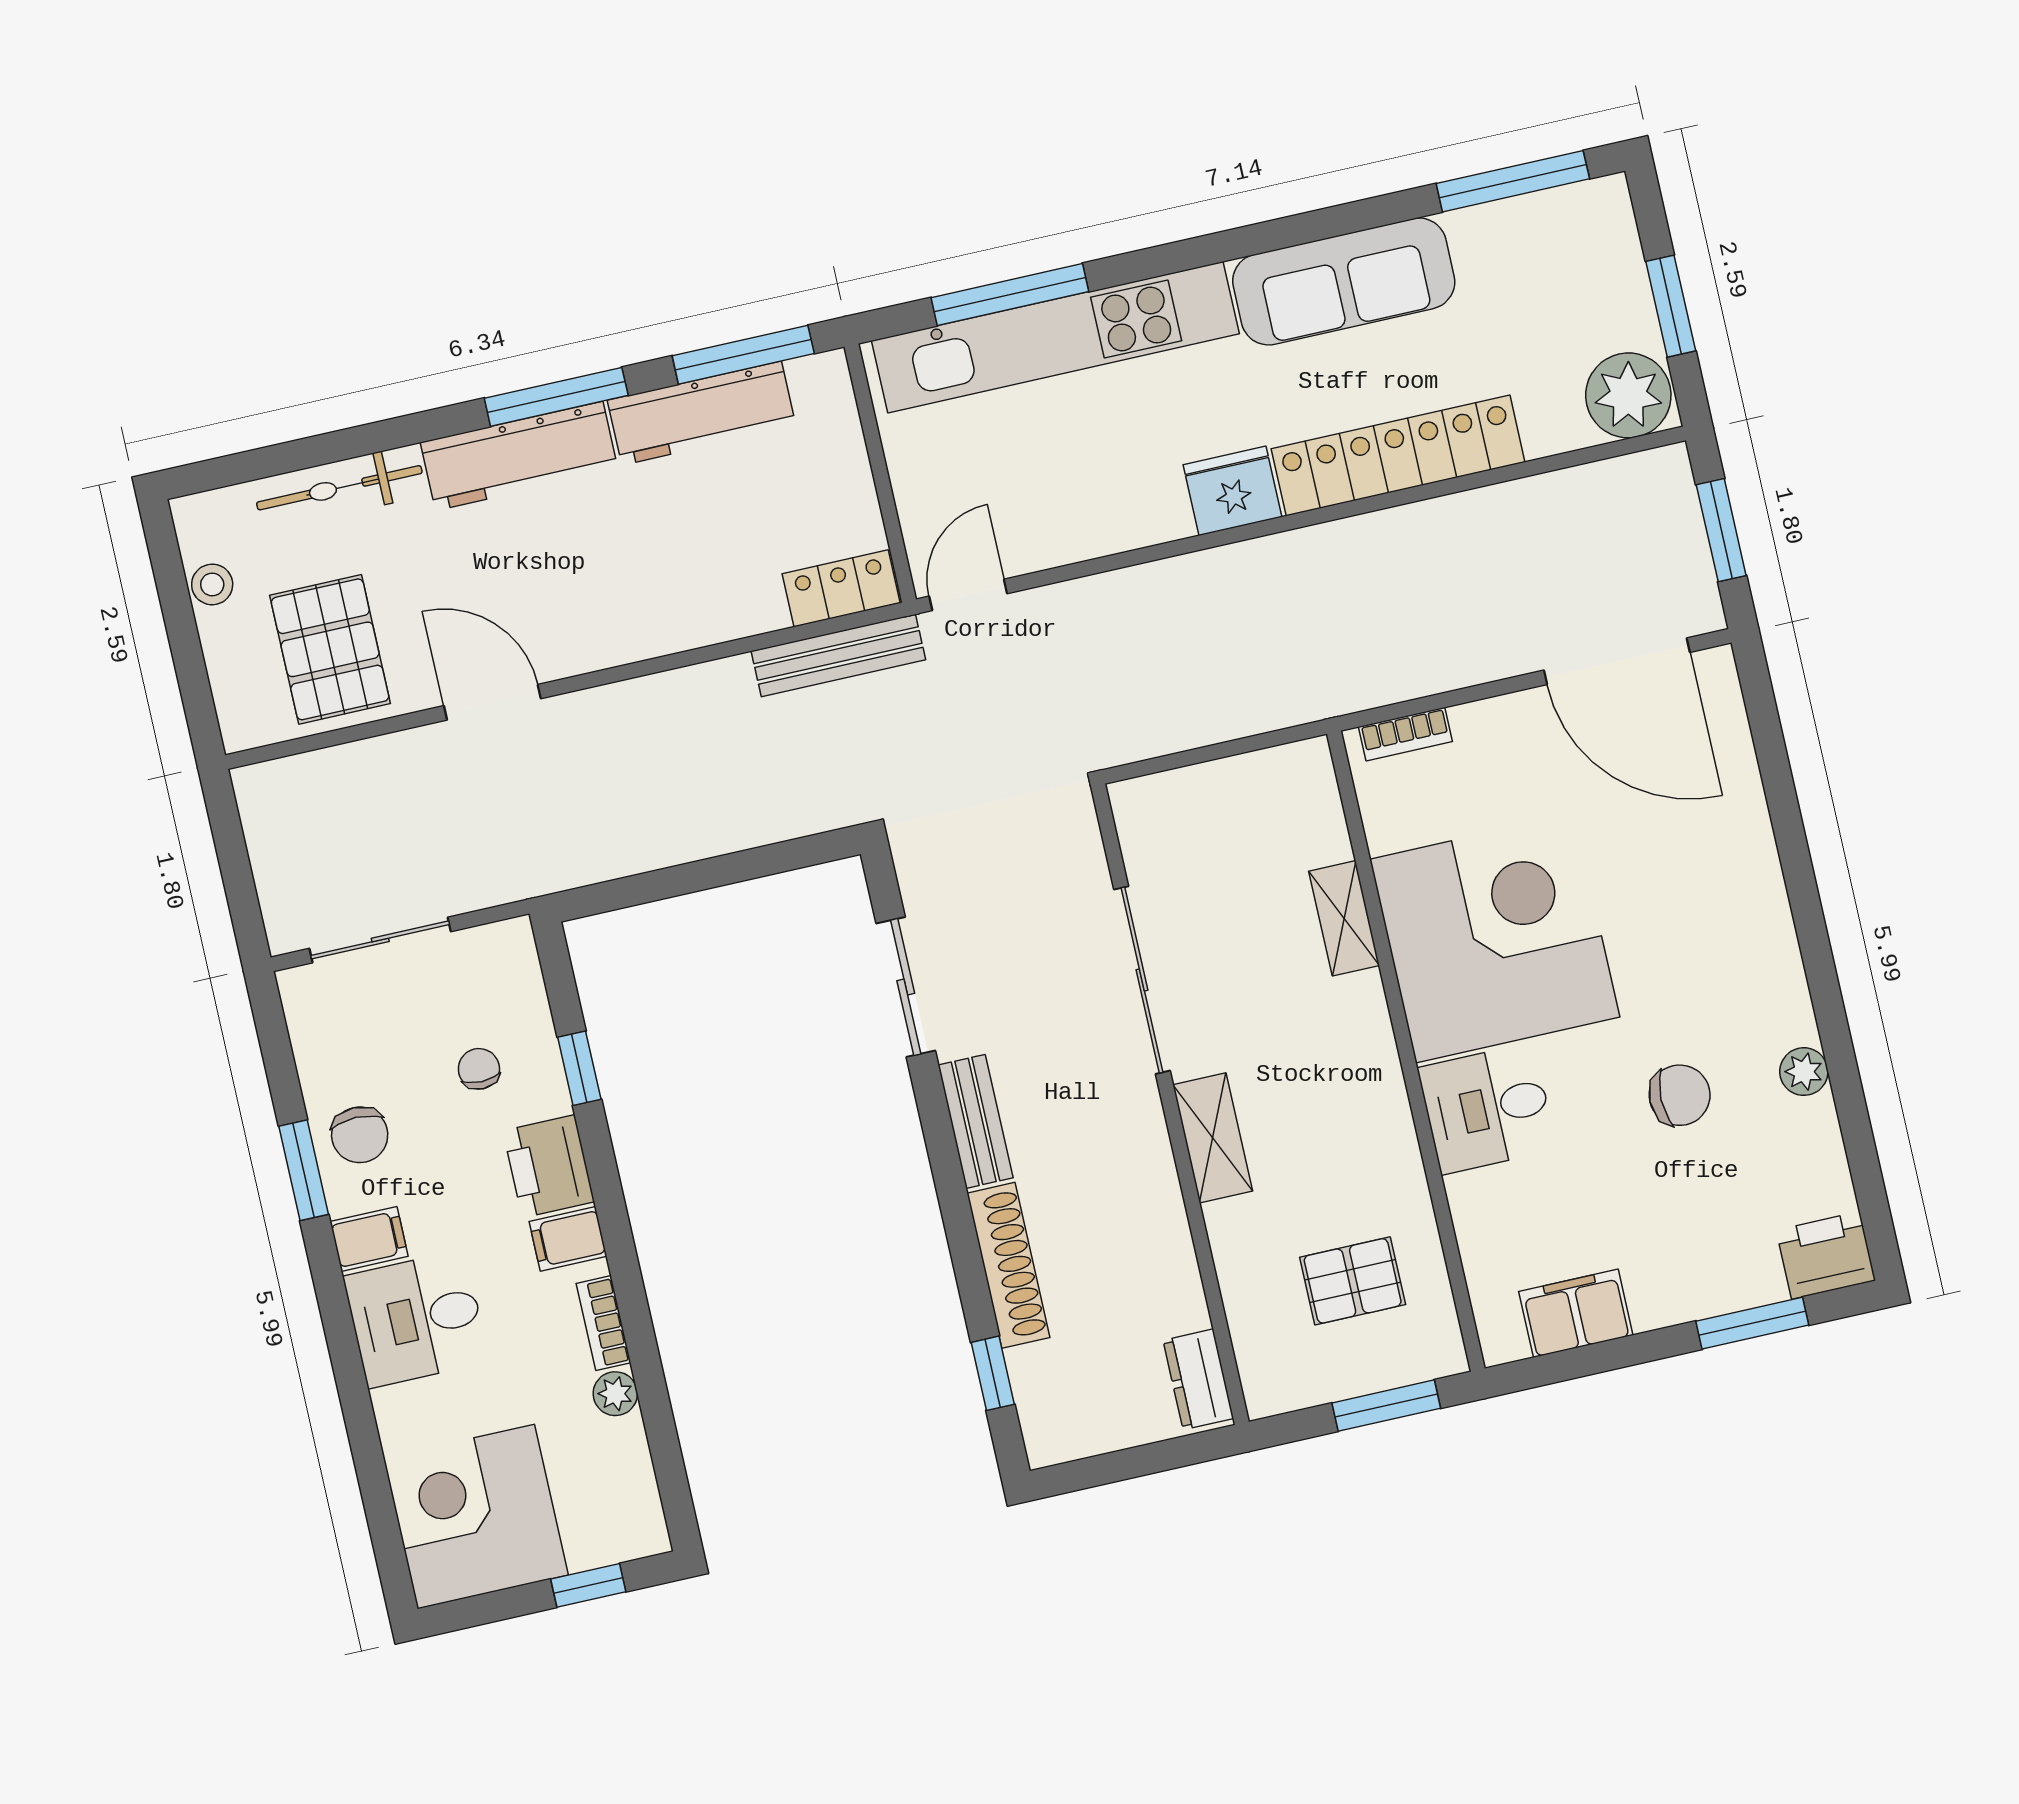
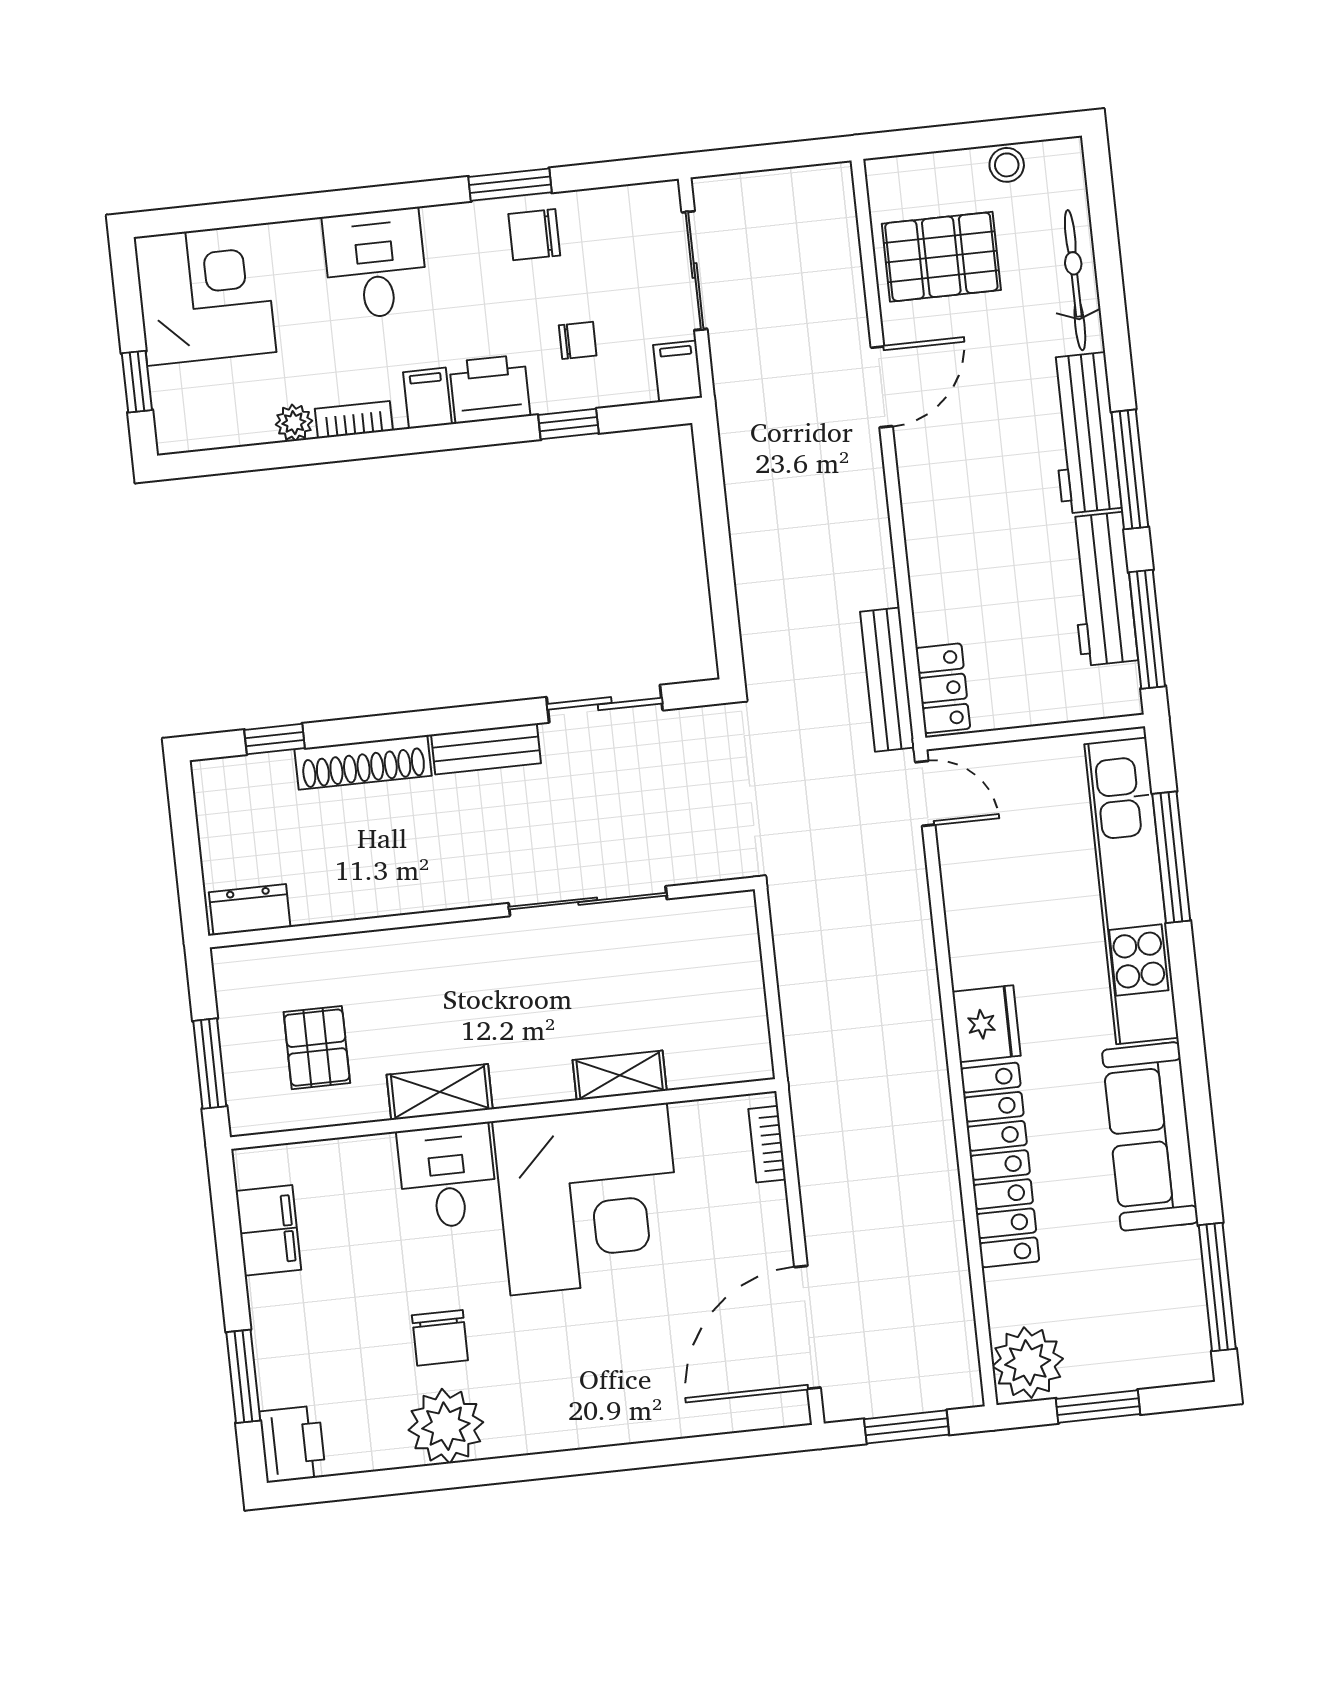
plant: (1804, 1072) -> (446, 1426), width x1.88, depth x1.88
shelving: (1213, 1138) -> (440, 1092), moved
filing cabinet: (369, 1239) -> (678, 371), moved, turned 180

